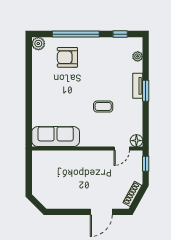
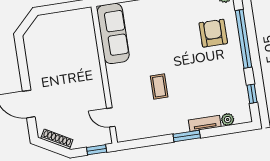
tv unit: (138, 86) -> (205, 123), moved
floor lamp: (136, 141) -> (123, 134), removed

